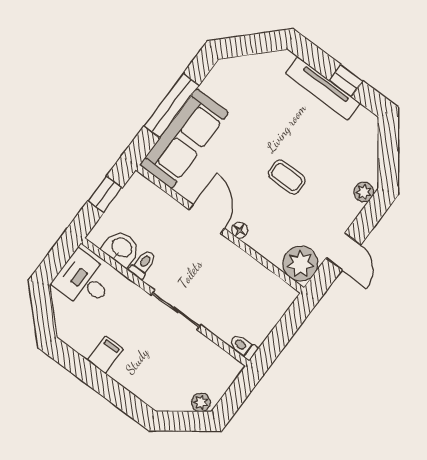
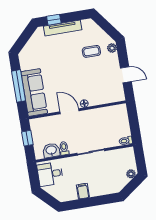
window: (346, 81) -> (54, 20), moved
coffee table: (287, 177) -> (91, 51), moved
plant: (300, 264) -> (116, 94), removed

